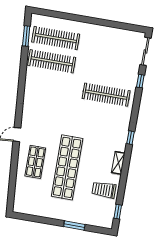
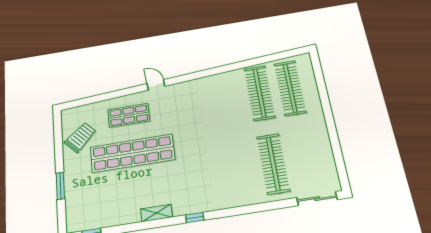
window: (26, 36) -> (279, 56), removed
window: (140, 81) -> (275, 205), removed
clothes rail: (106, 95) -> (273, 164), moved
trolley: (104, 190) -> (80, 137), moved, turned 47

